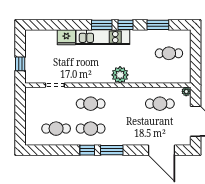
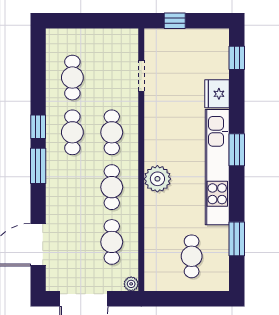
window: (125, 25) -> (237, 58), moved
kitchen unit: (103, 37) -> (217, 167), width x1.36
cafe table: (125, 104) -> (112, 187), added

